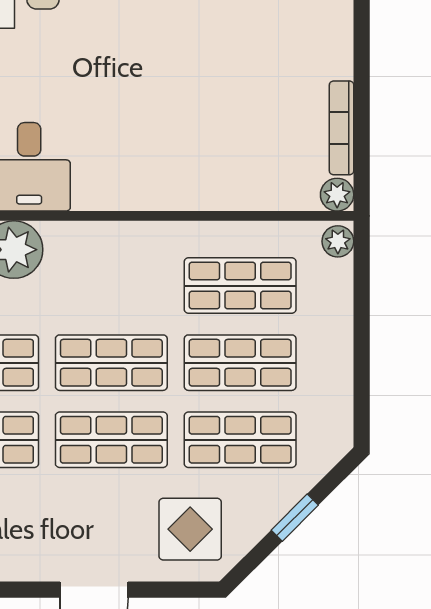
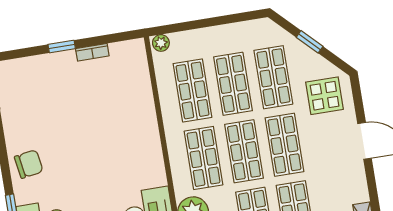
window: (362, 56) -> (62, 46), added
bookcase: (342, 128) -> (92, 52), width x0.64
plant: (337, 195) -> (137, 47), removed
shop shelf: (111, 286) -> (204, 158), added

